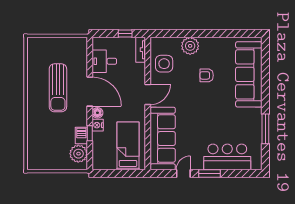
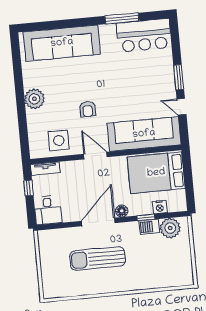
plant: (190, 46) -> (34, 99), moved
desk: (104, 61) -> (48, 210), moved
armchair: (207, 75) -> (88, 109), moved
sun lounger: (58, 88) -> (98, 259), turned 180
nightstand: (98, 125) -> (160, 207), moved
bed: (128, 146) -> (156, 173), width x1.50
bar counter: (227, 157) -> (144, 35), moved, turned -90

